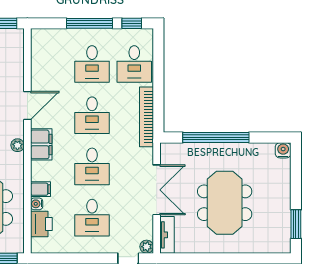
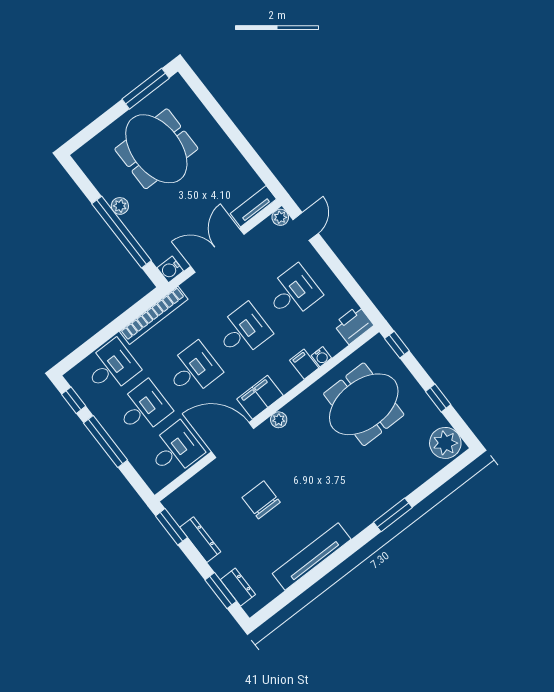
desk: (50, 64) -> (175, 450), added
door: (27, 106) -> (233, 440), width x1.36
plant: (233, 149) -> (120, 206), added
water cooler: (283, 150) -> (170, 269), moved
meeting table: (225, 203) -> (156, 149), moved, turned 90
printer: (41, 224) -> (354, 325), moved
window: (296, 224) -> (146, 89), width x1.44

